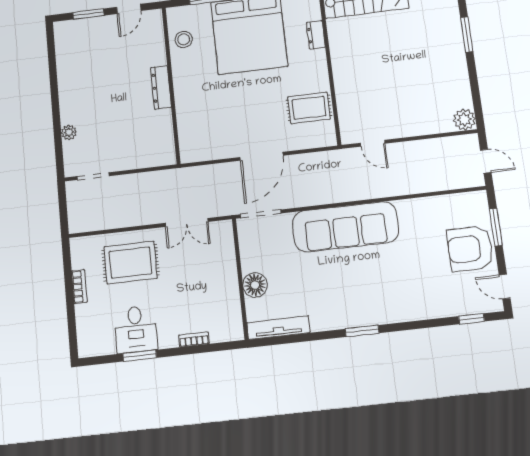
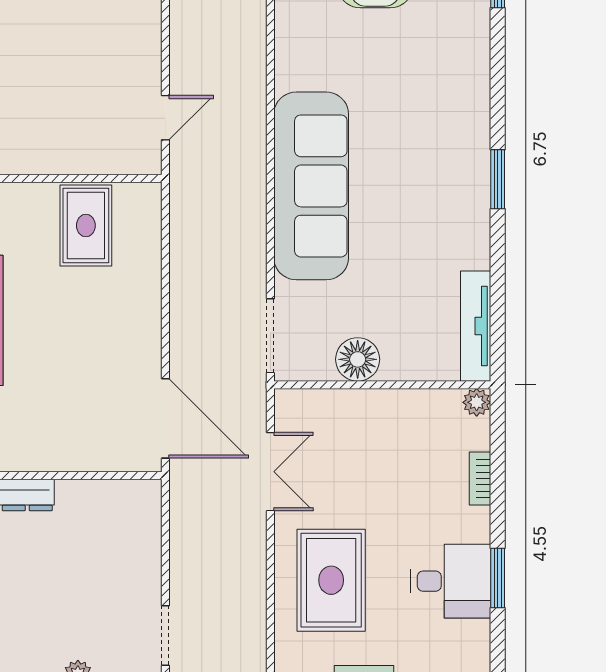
door: (261, 156) -> (165, 418), moved
floor lamp: (255, 285) -> (358, 359), moved
plant: (236, 333) -> (477, 402), added

